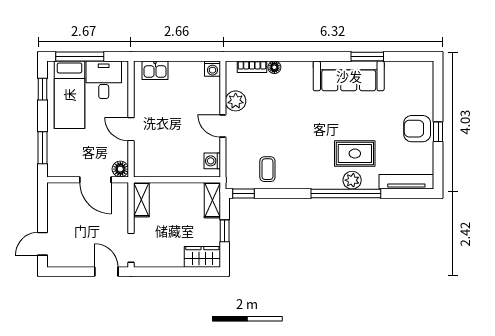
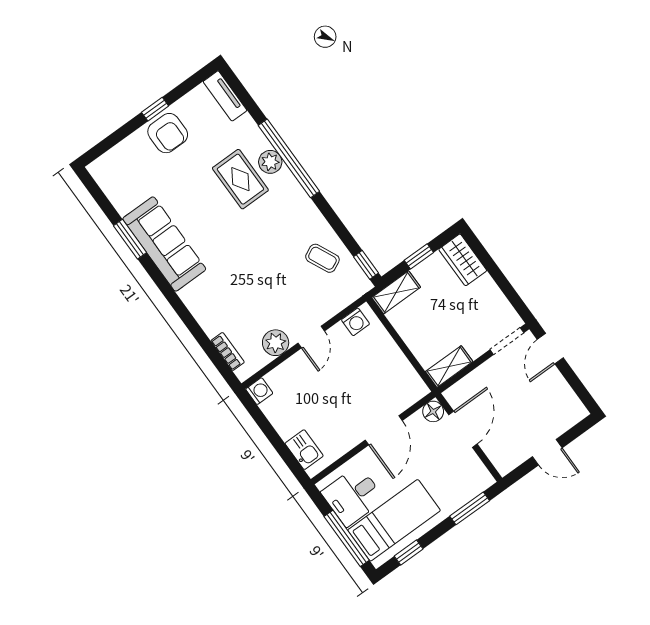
floor lamp: (274, 67) -> (211, 328), removed
door: (131, 129) -> (384, 430), width x1.38
coffee table: (267, 169) -> (322, 258), turned 65
tv unit: (406, 182) -> (225, 96), width x0.71
door: (42, 244) -> (547, 452), moved

